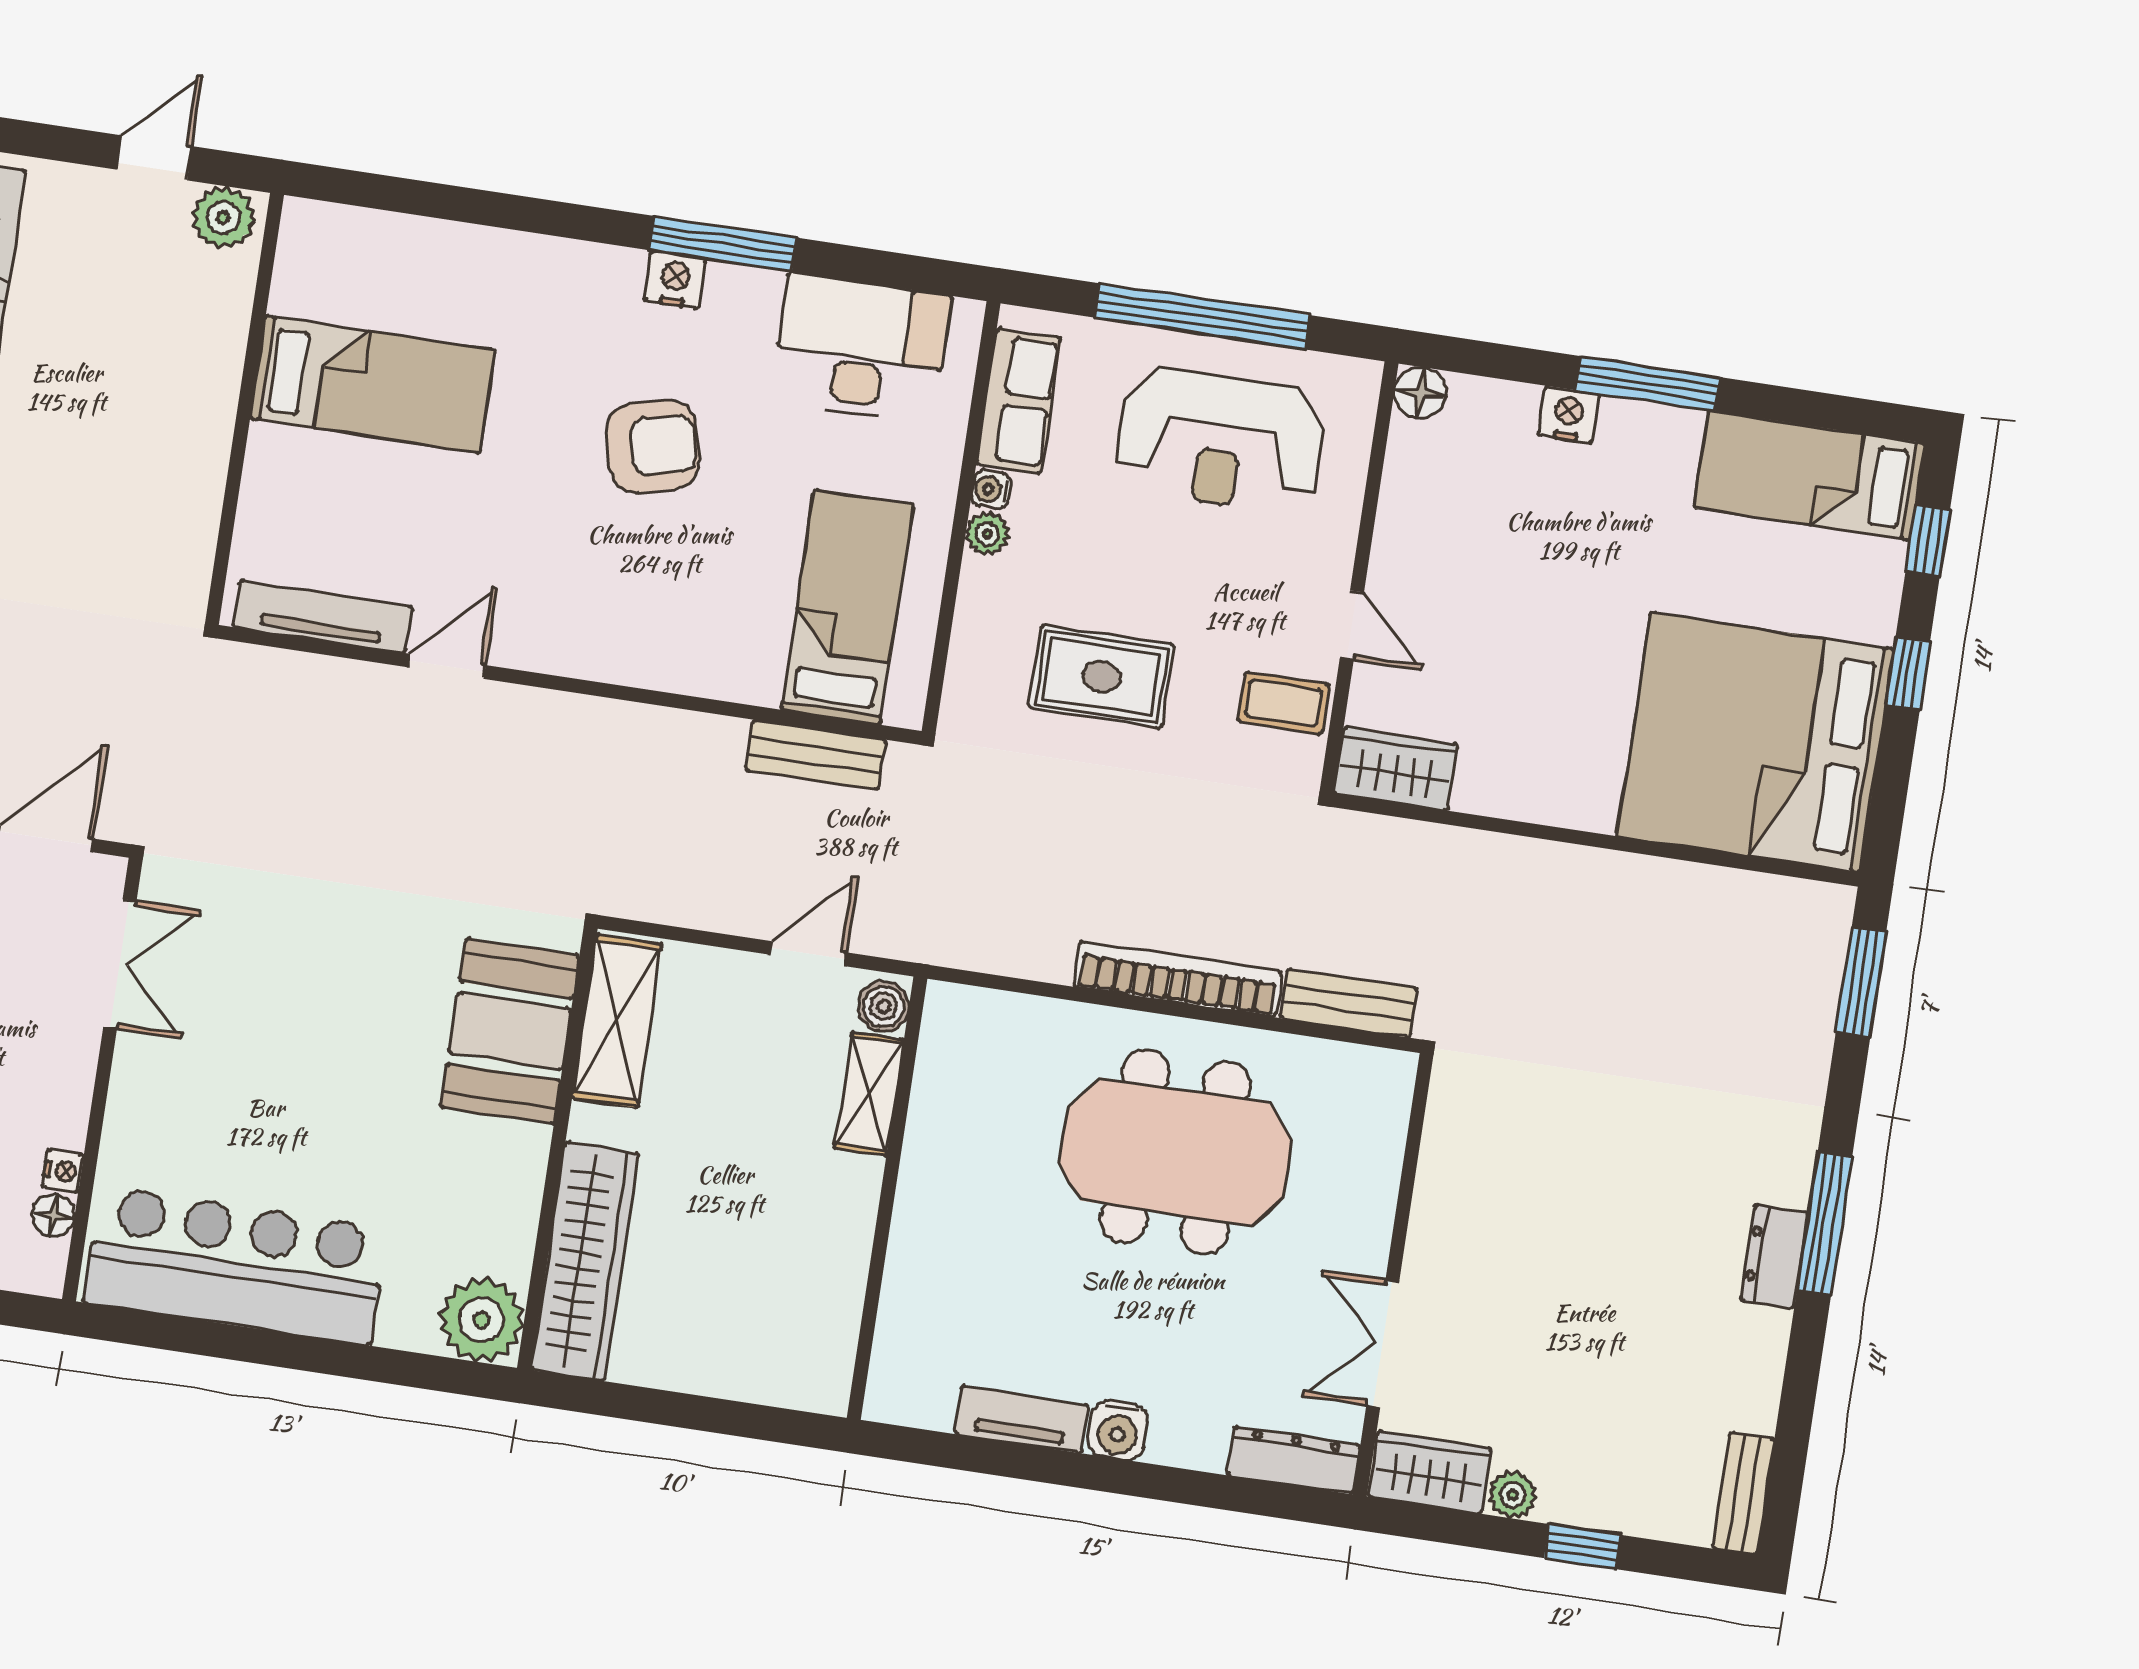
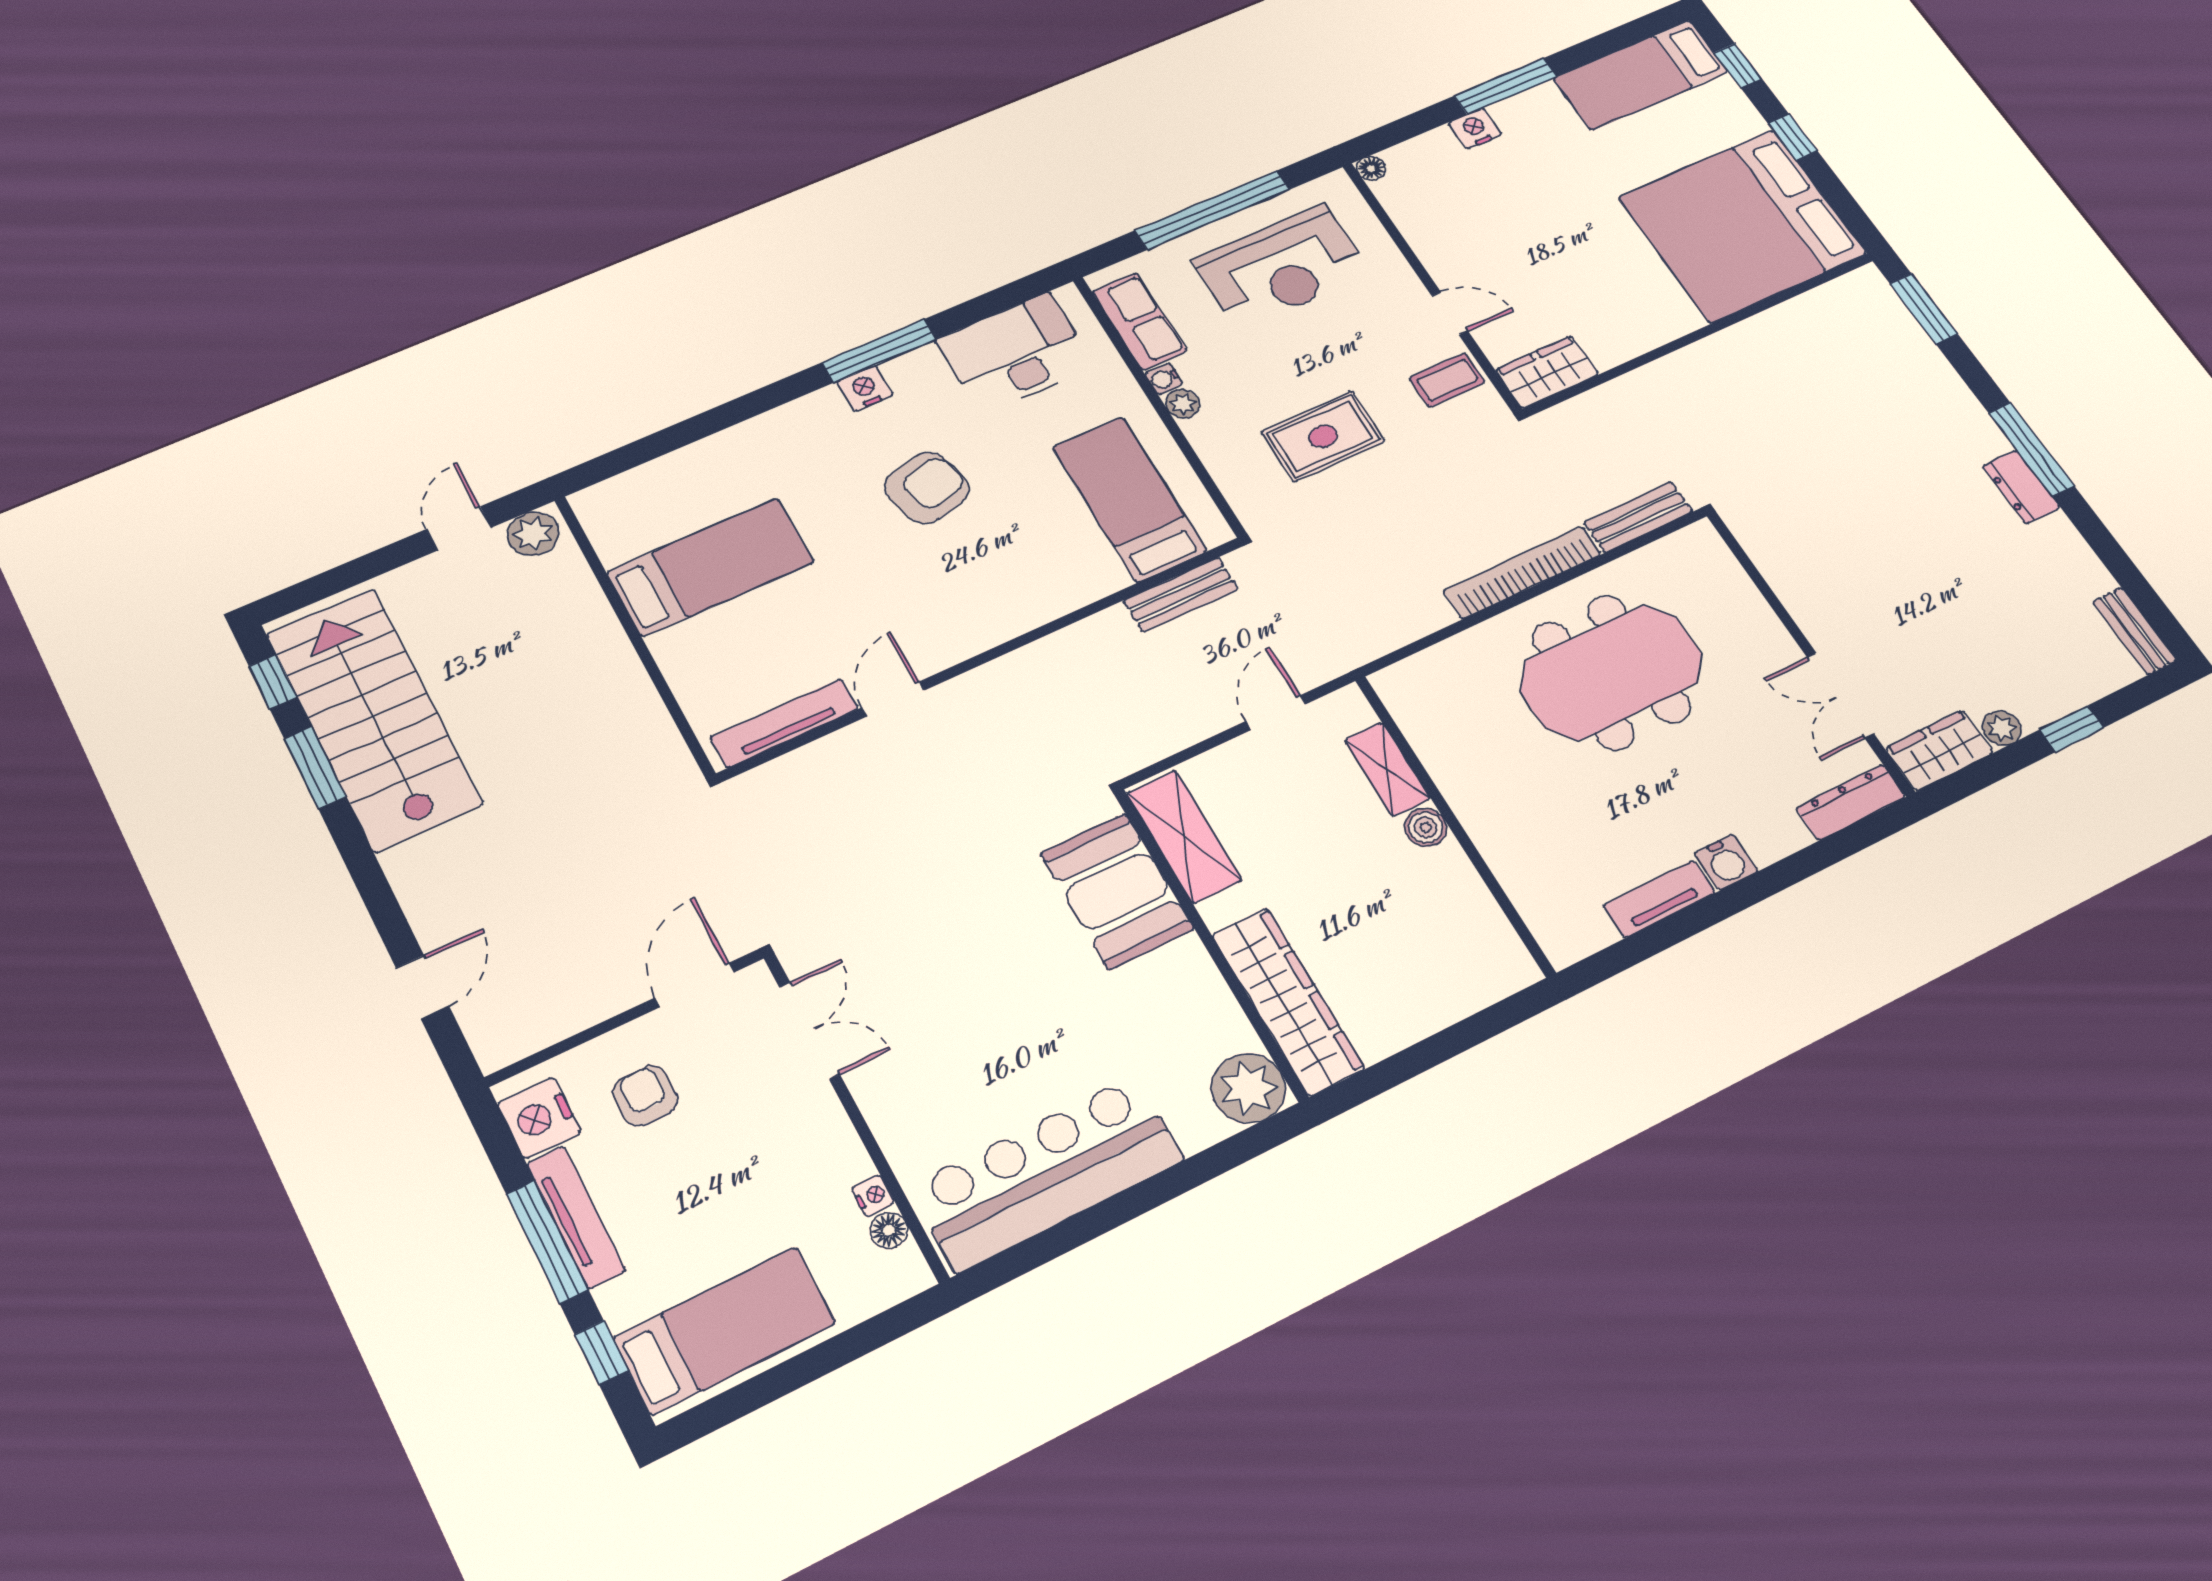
floor lamp: (1420, 393) -> (1371, 168), width x0.73, depth x0.73
boiler: (883, 1006) -> (1426, 827), moved

